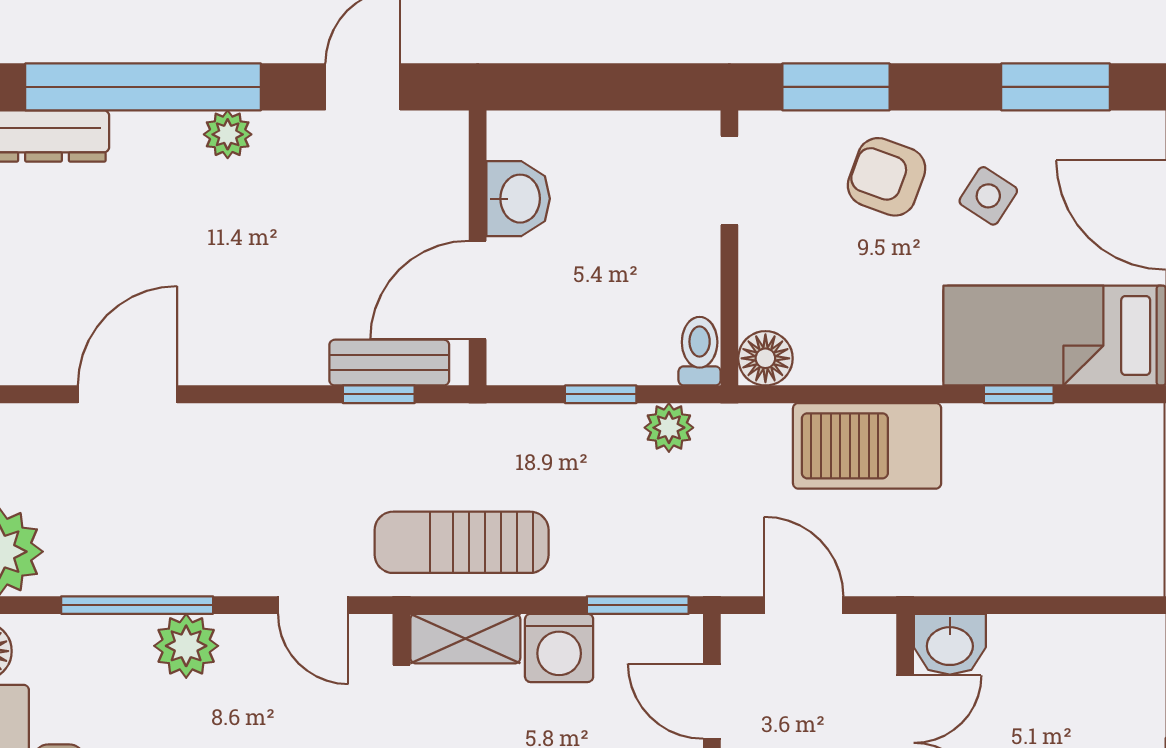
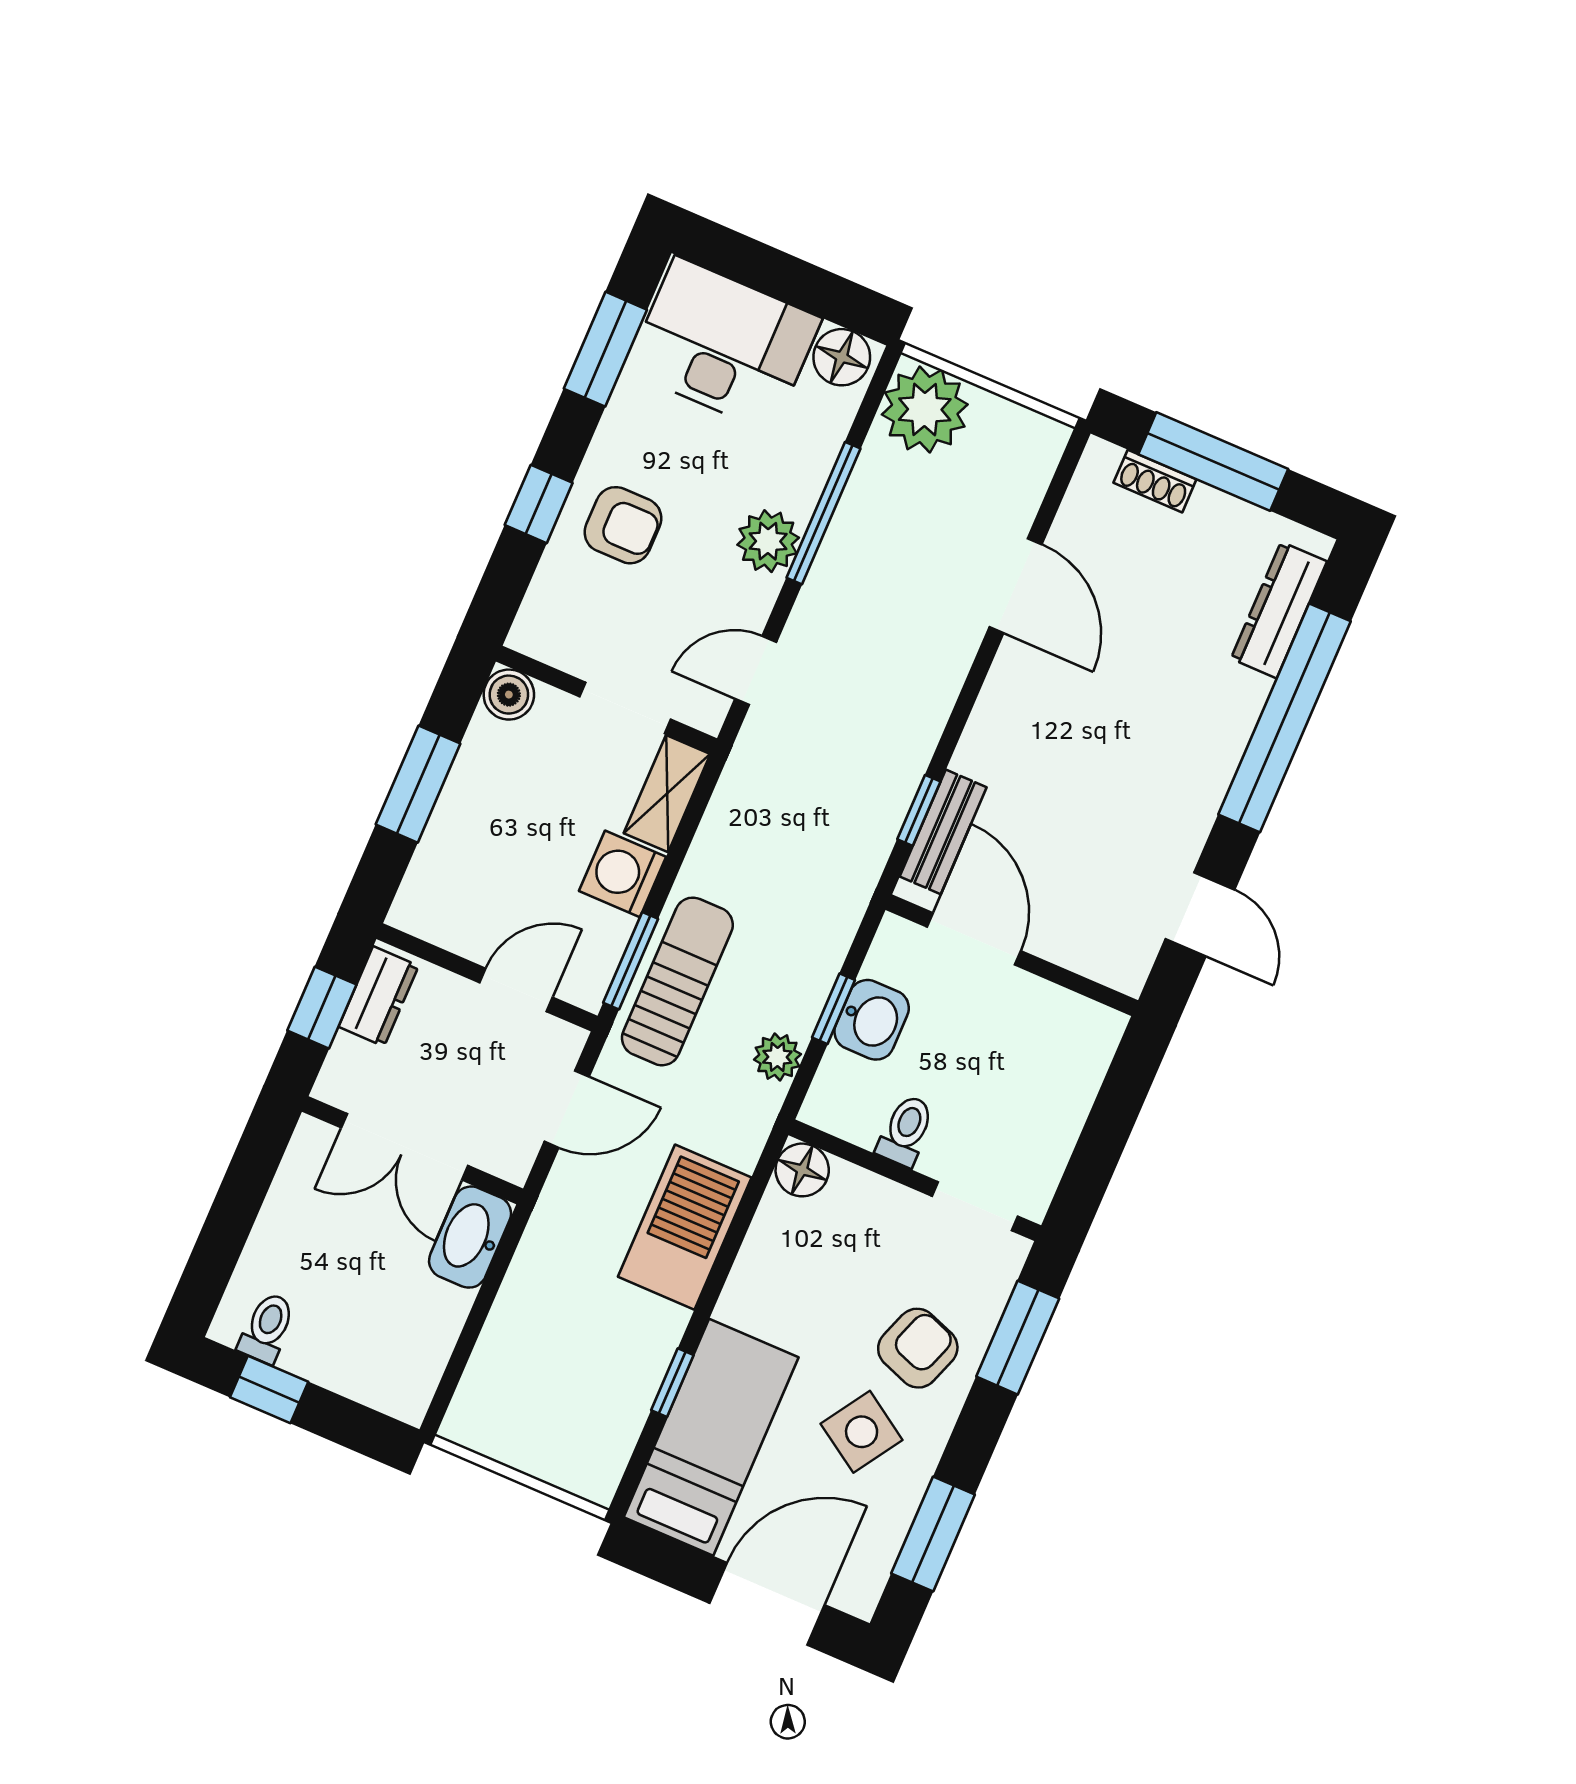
plant: (228, 134) -> (1210, 775), removed
side table: (988, 196) -> (862, 1432), width x1.37, depth x1.37
washbasin: (518, 199) -> (872, 1020), moved, turned -90
toilet: (700, 351) -> (906, 1131), moved, turned -90
sun lounger: (462, 542) -> (677, 981), moved
washbasin: (950, 644) -> (470, 1237), width x1.38

